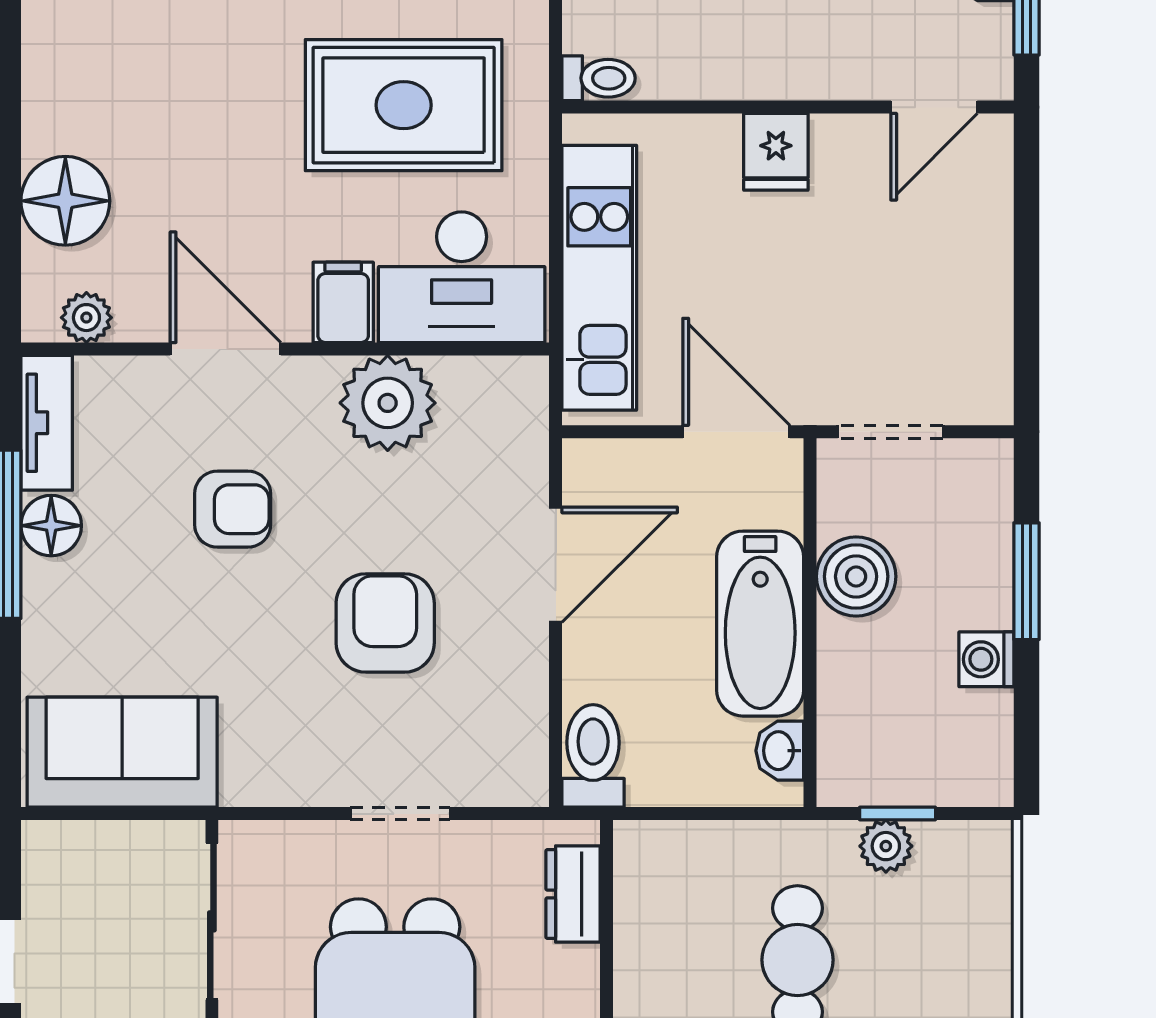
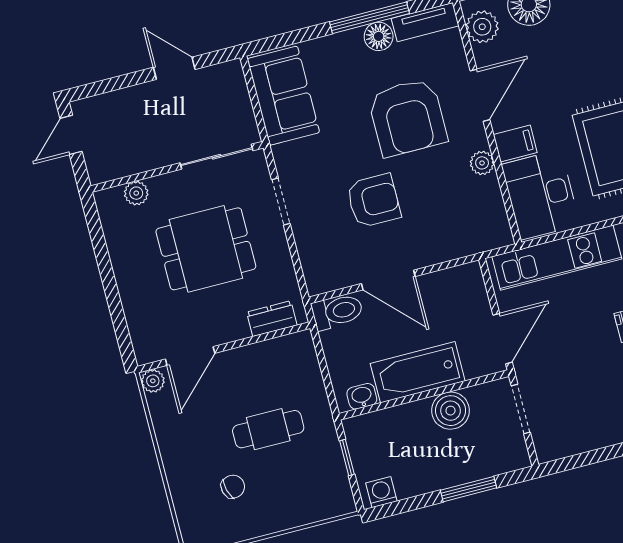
plant: (86, 318) -> (482, 27), width x1.38, depth x1.38
plant: (388, 403) -> (482, 163), width x0.53, depth x0.53
armchair: (233, 509) -> (408, 117), width x1.88, depth x1.88
door: (556, 565) -> (388, 280), moved
washing machine: (986, 659) -> (381, 492), moved
doorway: (400, 814) -> (281, 202), moved
plant: (886, 846) -> (331, 456), removed

